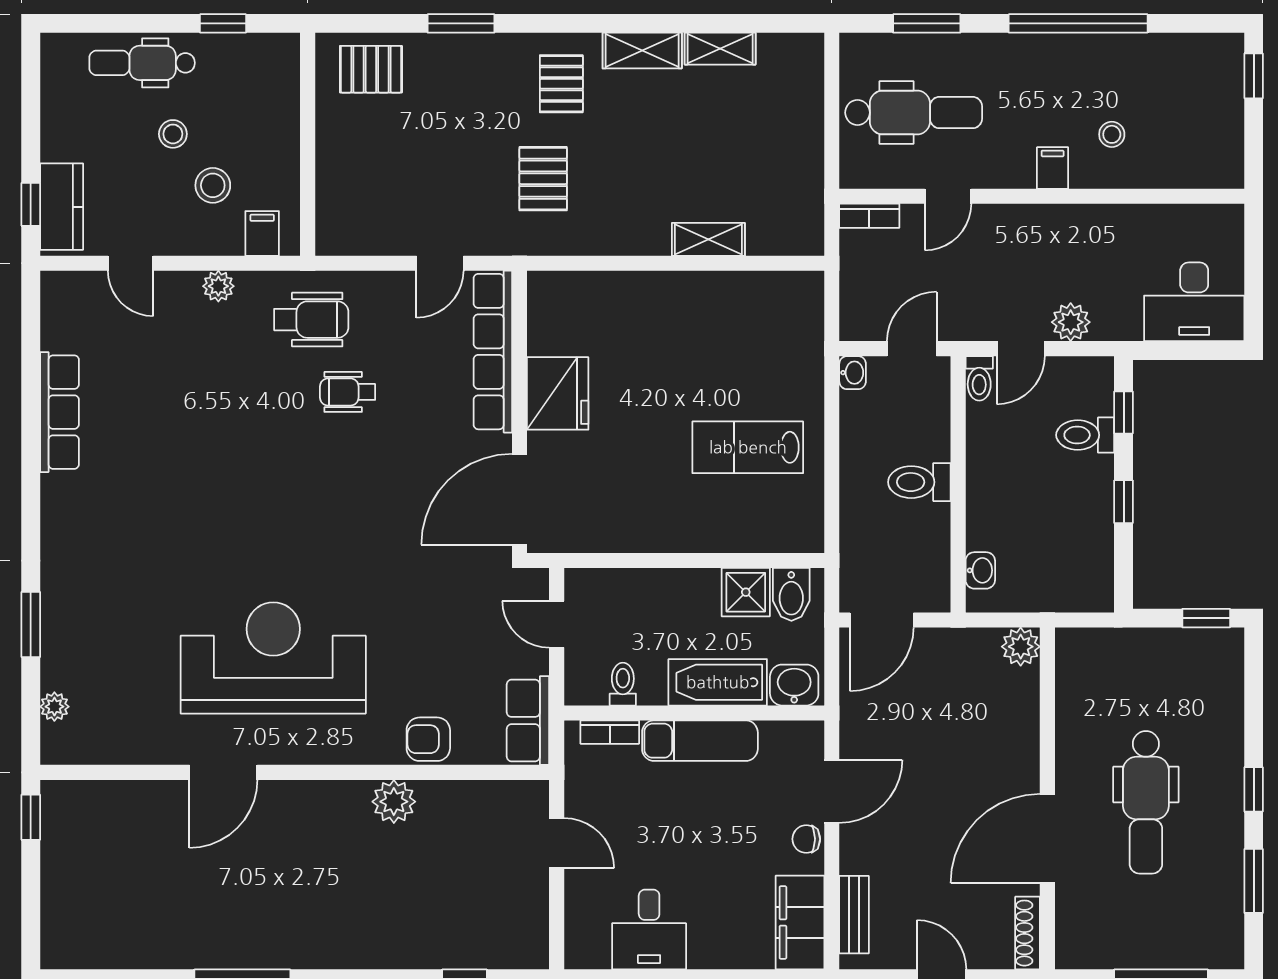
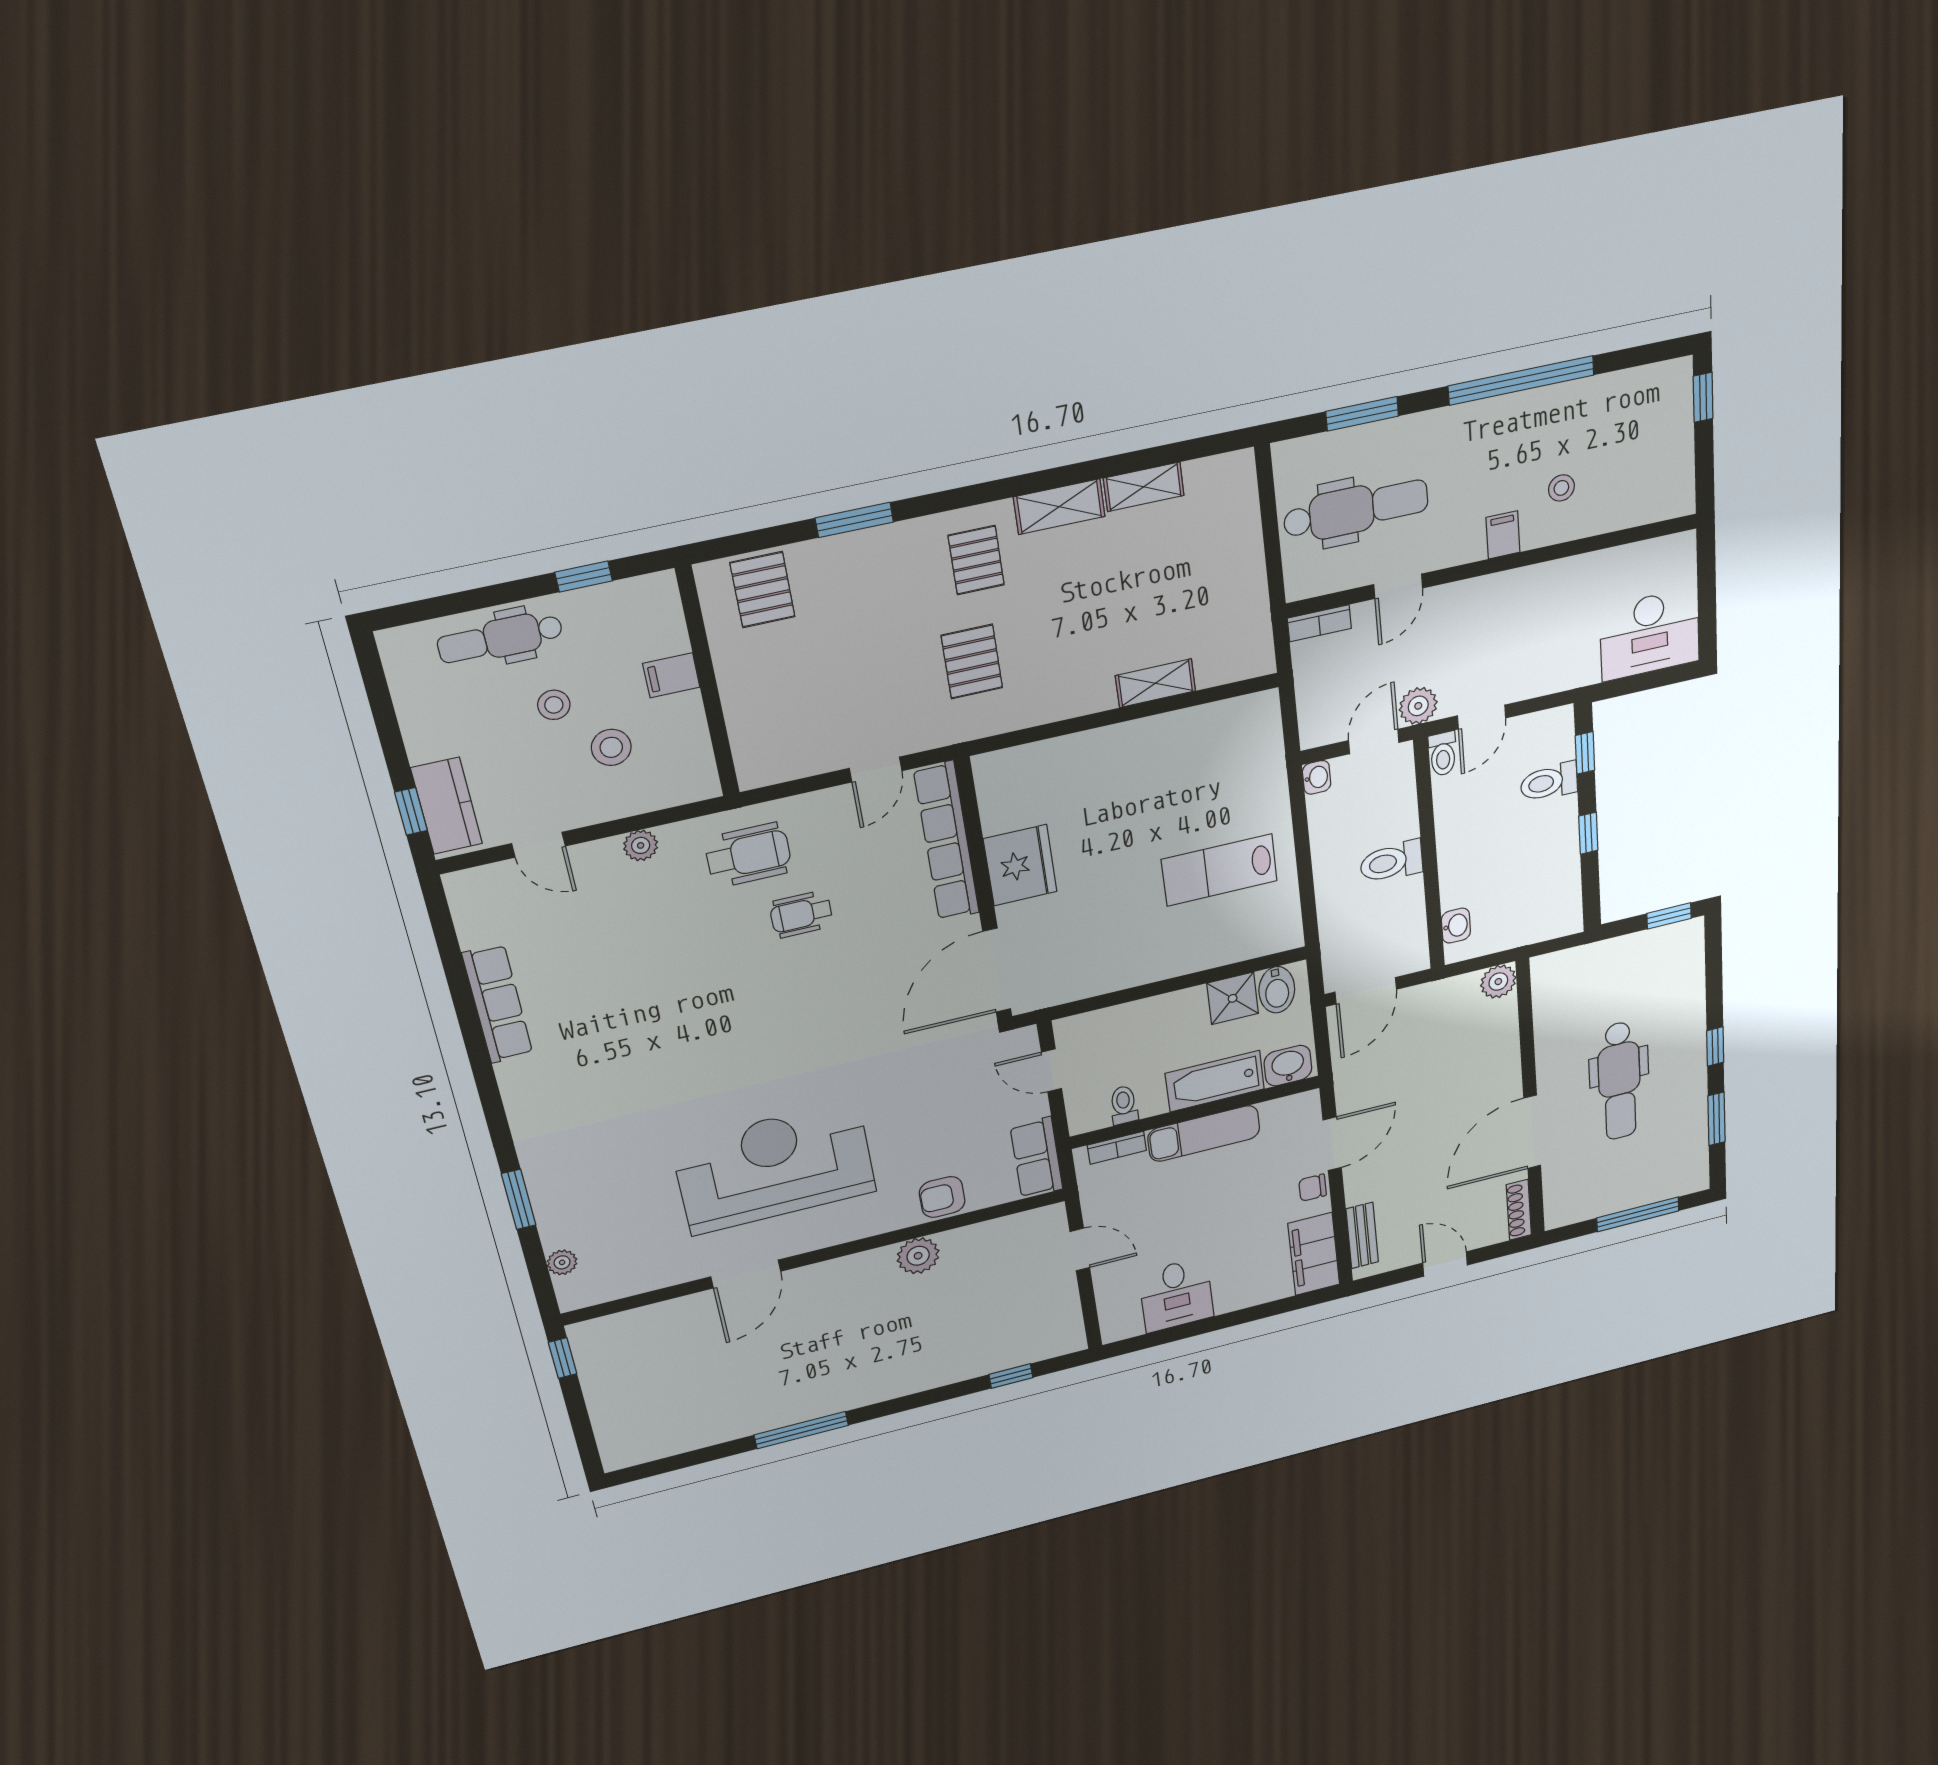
pallet: (371, 69) -> (762, 590), turned 90
filing cabinet: (262, 233) -> (671, 675), moved, turned -90
plant: (1071, 322) -> (1418, 706), moved

